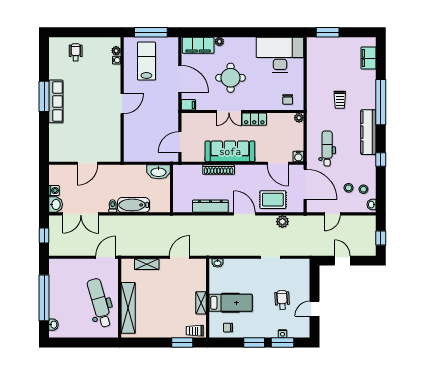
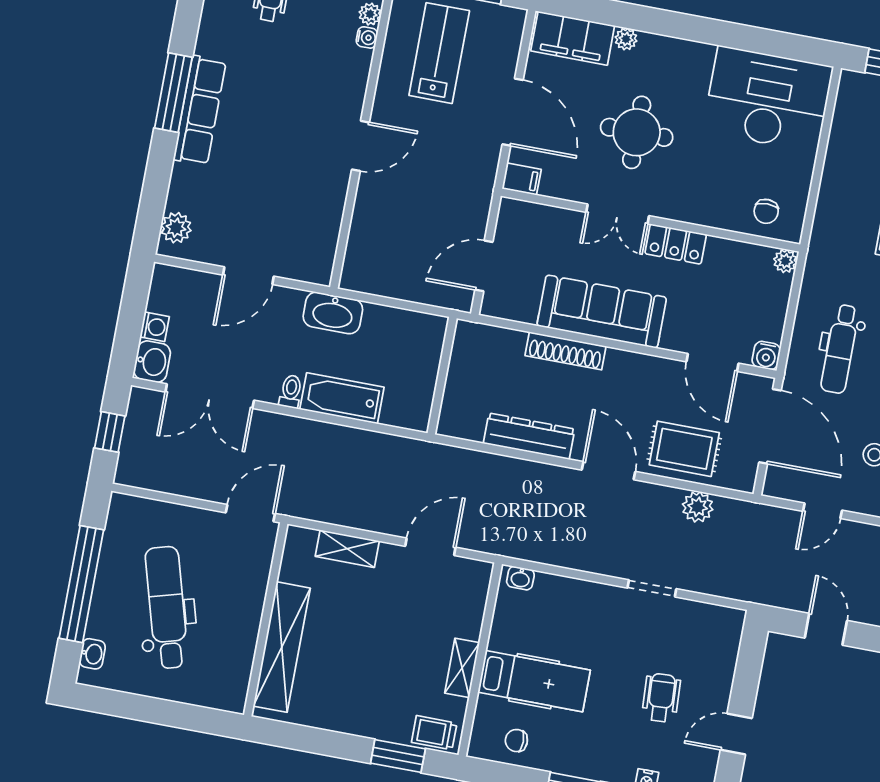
dental chair: (327, 148) -> (840, 349), turned 180
plant: (55, 150) -> (176, 228), added
washbasin: (158, 172) -> (333, 313), moved
dental chair: (100, 303) -> (167, 607), moved

